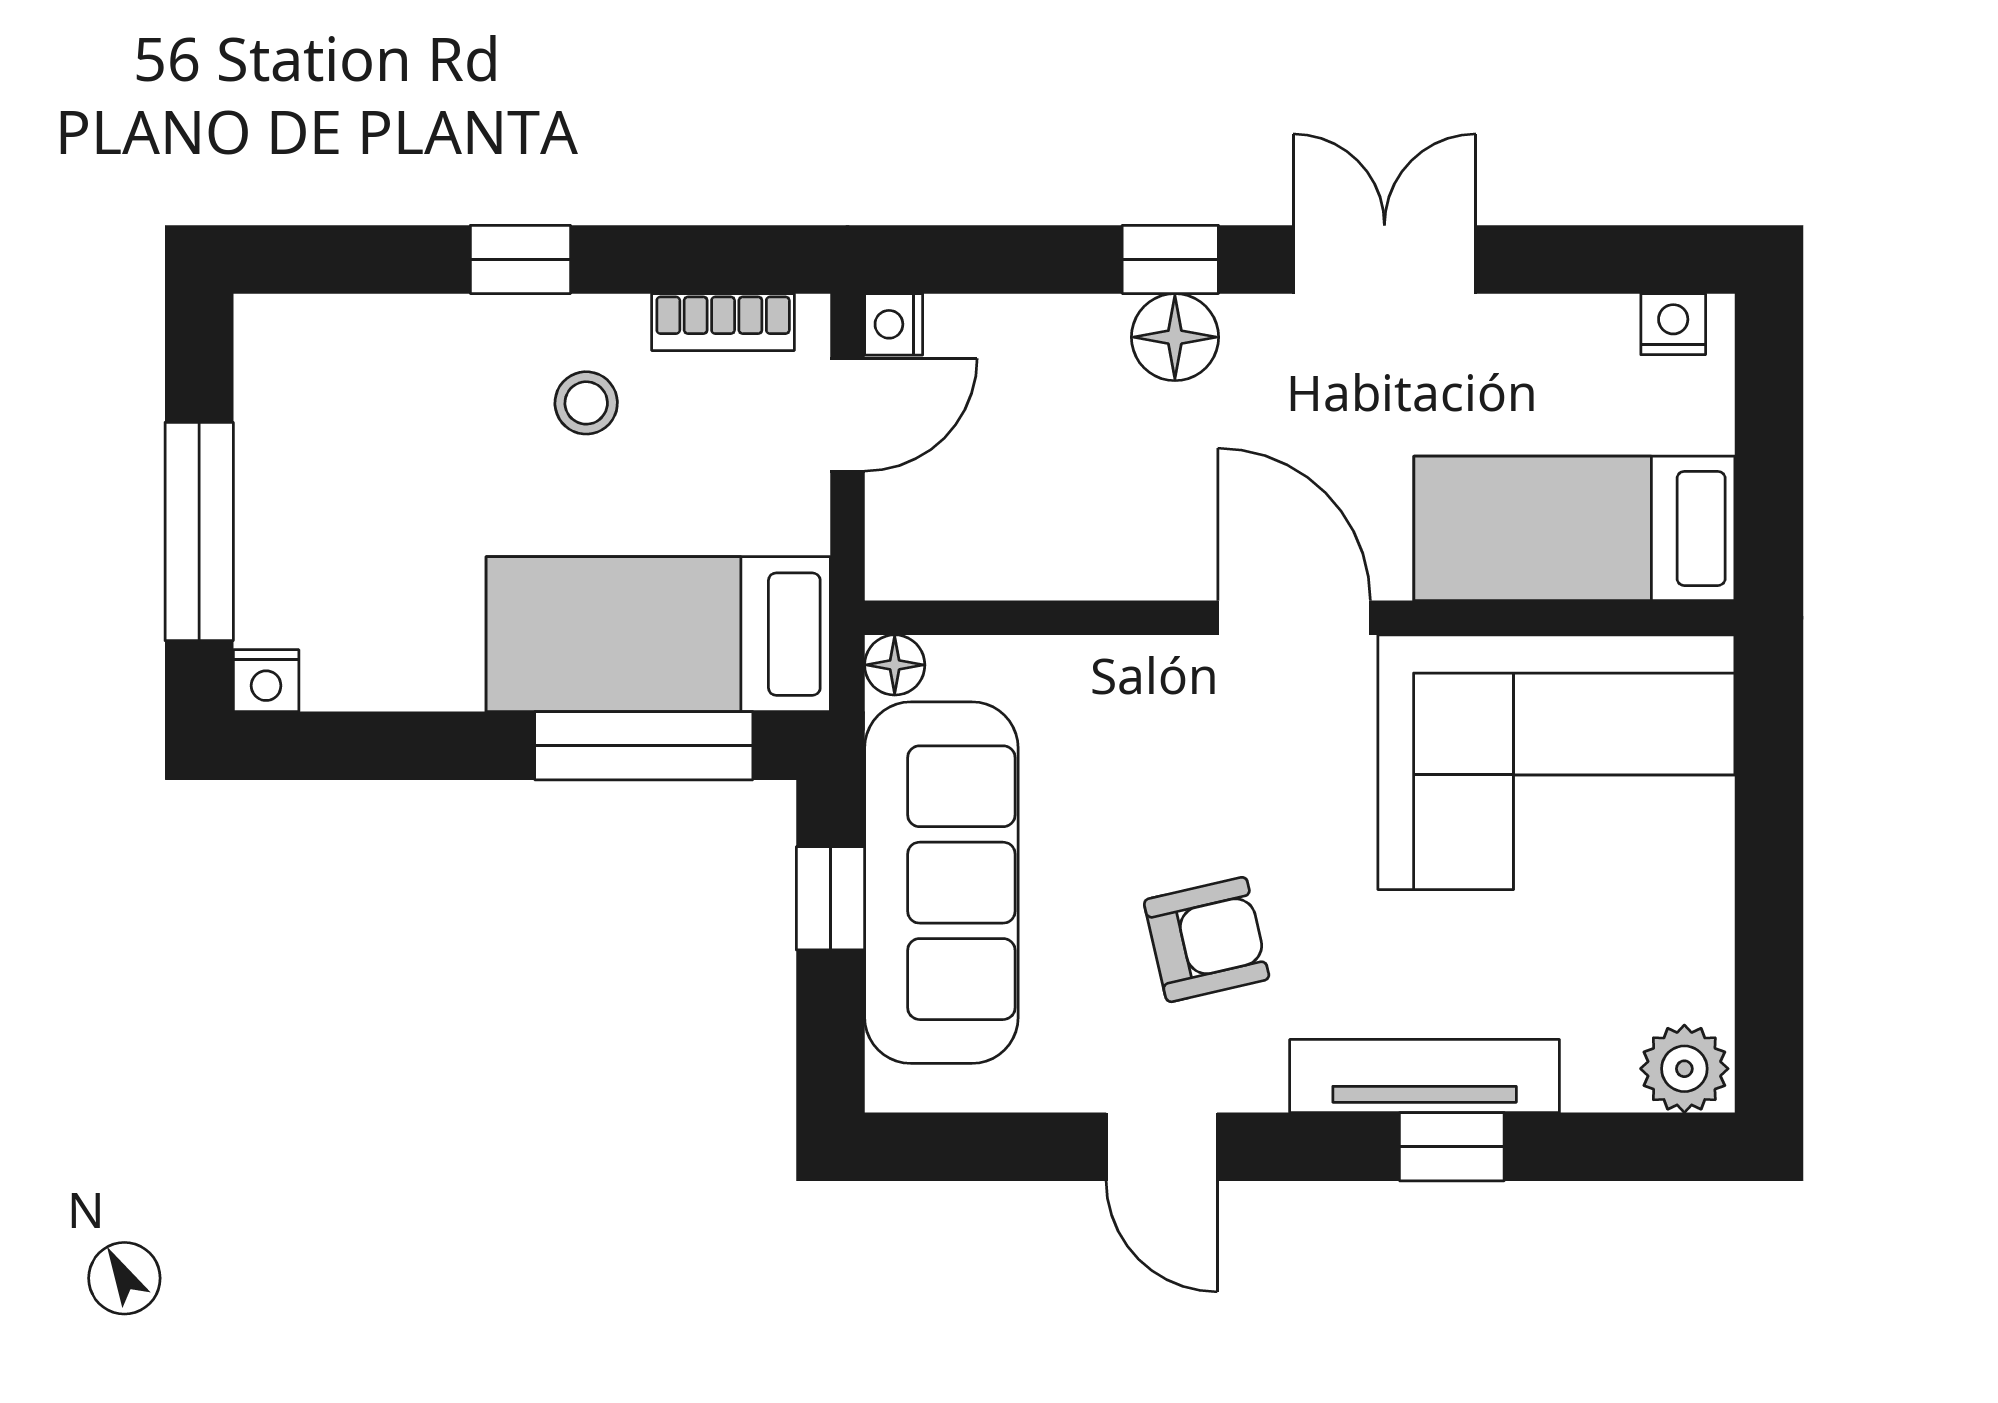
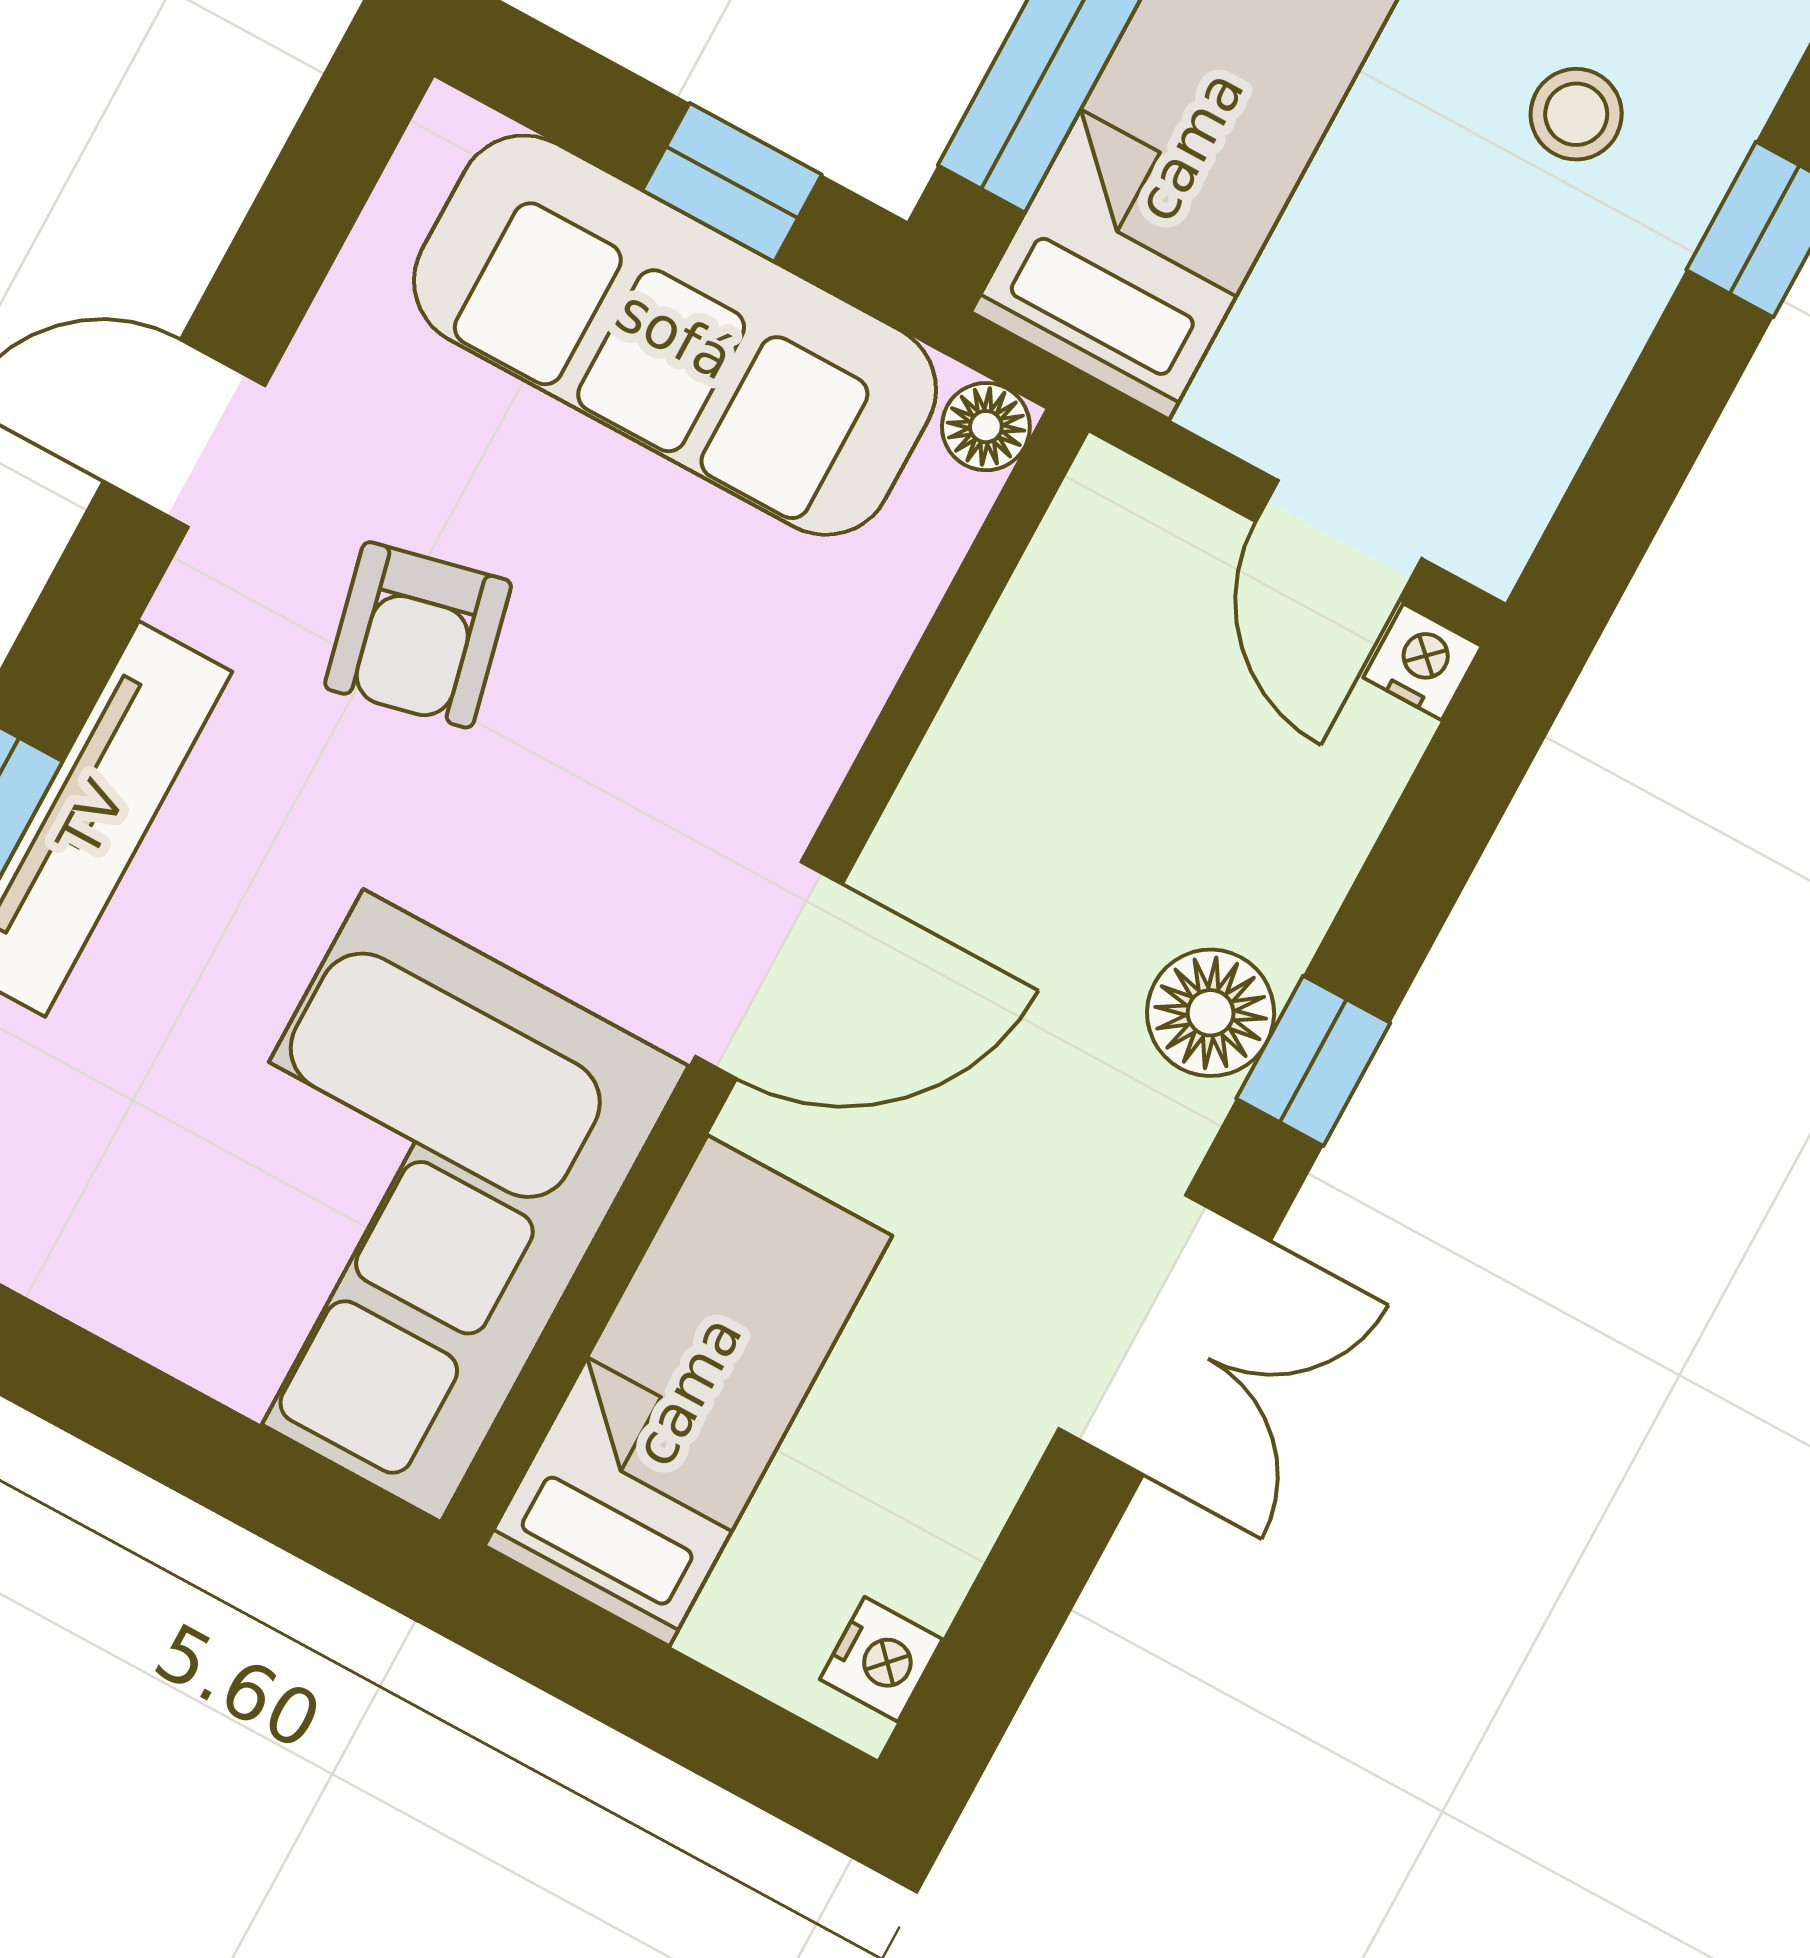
bookcase: (723, 322) -> (1544, 445), removed
stool: (586, 403) -> (1576, 114), moved

